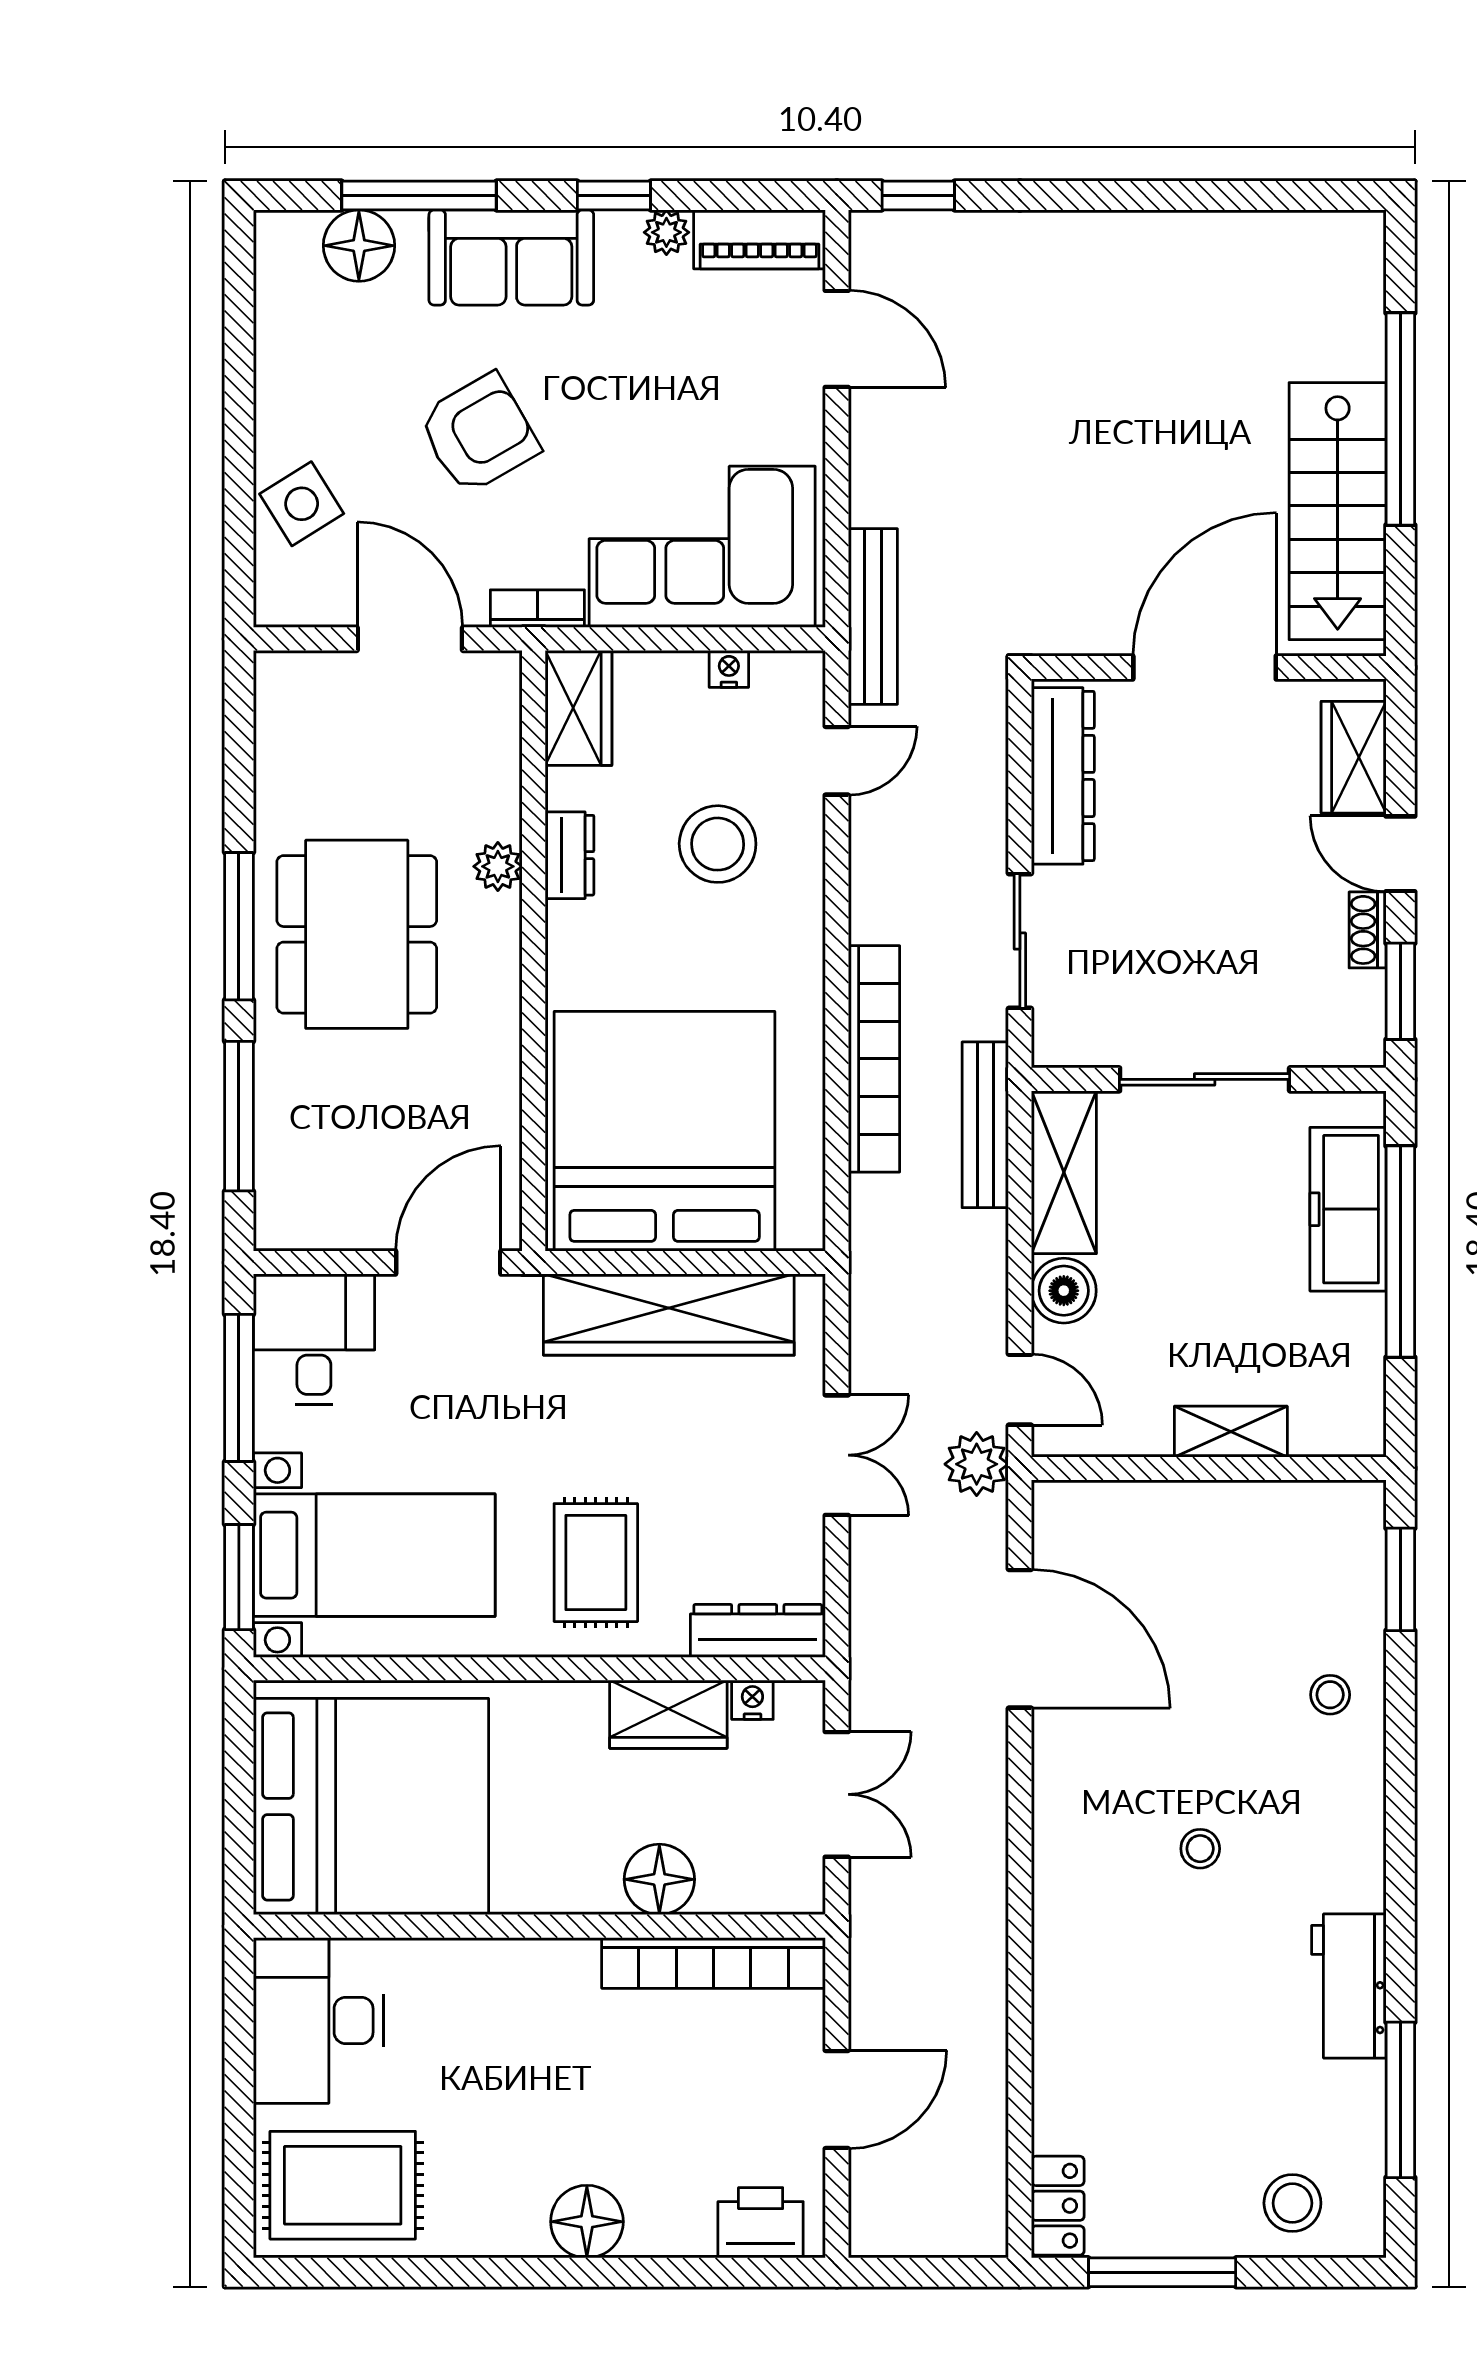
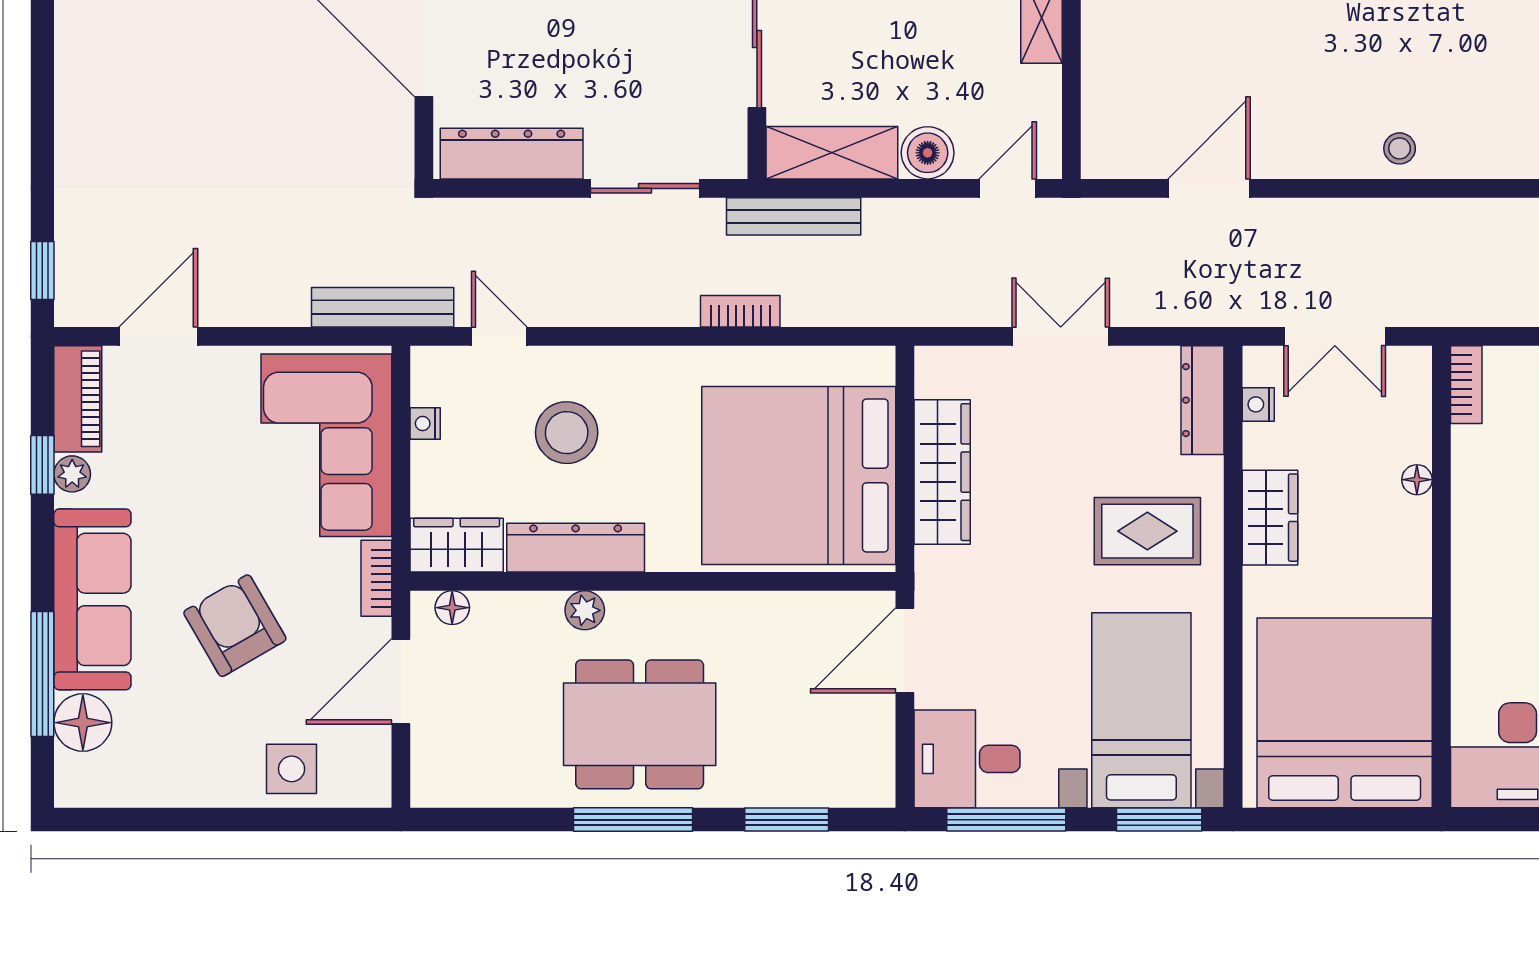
window: (614, 196) -> (42, 465), moved
sofa: (511, 257) -> (92, 599), width x1.36
side table: (302, 504) -> (292, 769), turned 32
floor lamp: (501, 703) -> (452, 608), added
dresser: (569, 855) -> (576, 548), width x1.96, depth x1.24
bookcase: (874, 1059) -> (740, 311), width x0.43, depth x0.76
window: (239, 1116) -> (787, 820), width x0.69
door: (448, 1263) -> (905, 650), hinge flipped
wardrobe: (669, 1315) -> (942, 472), width x0.71, depth x0.85
plant: (977, 1464) -> (1068, 223), removed
door: (1020, 1639) -> (1209, 188), width x0.73
wardrobe: (668, 1714) -> (1270, 518), moved
double door: (837, 1794) -> (1335, 336), swing flipped
stool: (1200, 1849) -> (1400, 148), moved
floor lamp: (659, 1879) -> (1417, 480), width x0.53, depth x0.53
bookcase: (714, 1963) -> (1466, 385), width x0.43, depth x0.76

